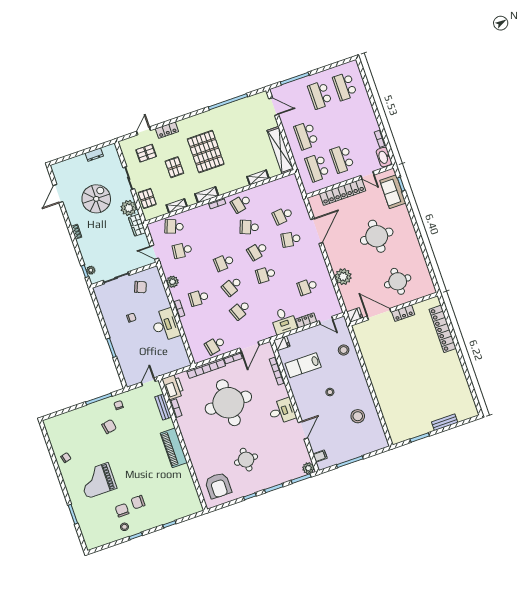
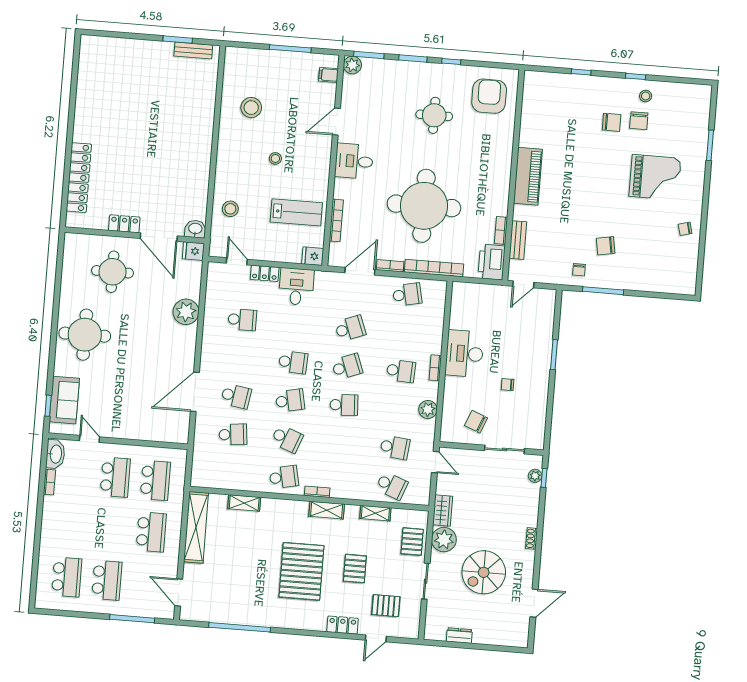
locker: (343, 192) -> (135, 430), removed
round table: (377, 236) -> (85, 335), moved
washbasin: (359, 329) -> (195, 229), added
bench: (445, 422) -> (193, 50), moved

